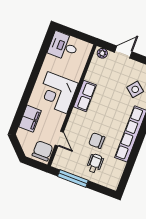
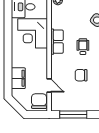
corner desk: (57, 93) -> (33, 33), moved
wheelchair: (95, 163) -> (83, 47), moved

